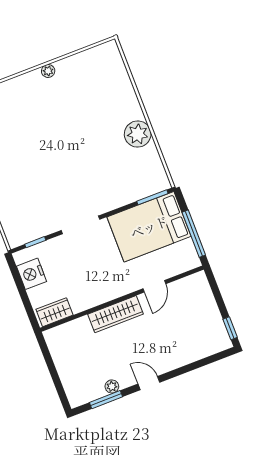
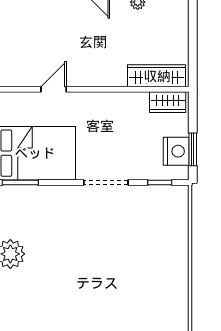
window: (18, 281) -> (193, 149), added
wardrobe: (115, 314) -> (157, 76), moved

